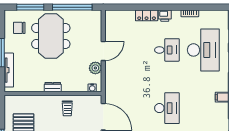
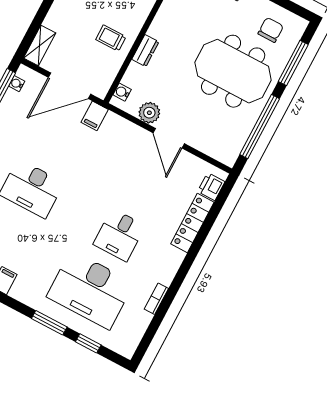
locker: (147, 15) -> (192, 223), width x1.53
printer: (165, 16) -> (211, 187), moved
dresser: (53, 87) -> (145, 51), moved
filing cabinet: (112, 95) -> (95, 116), added

